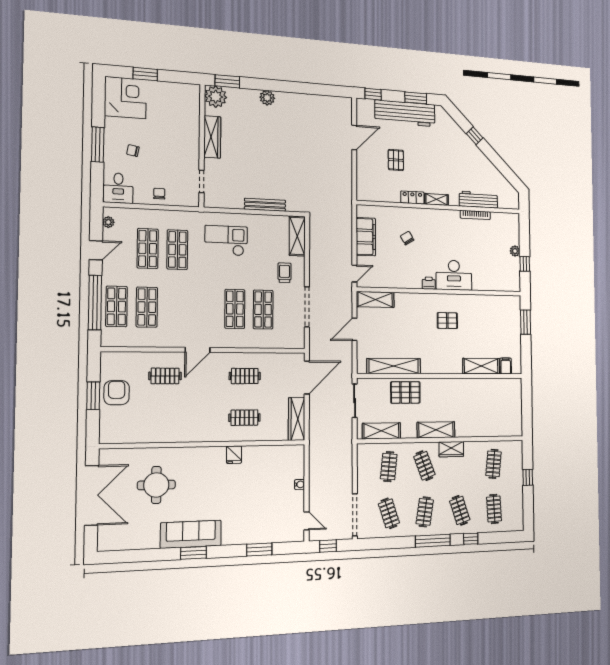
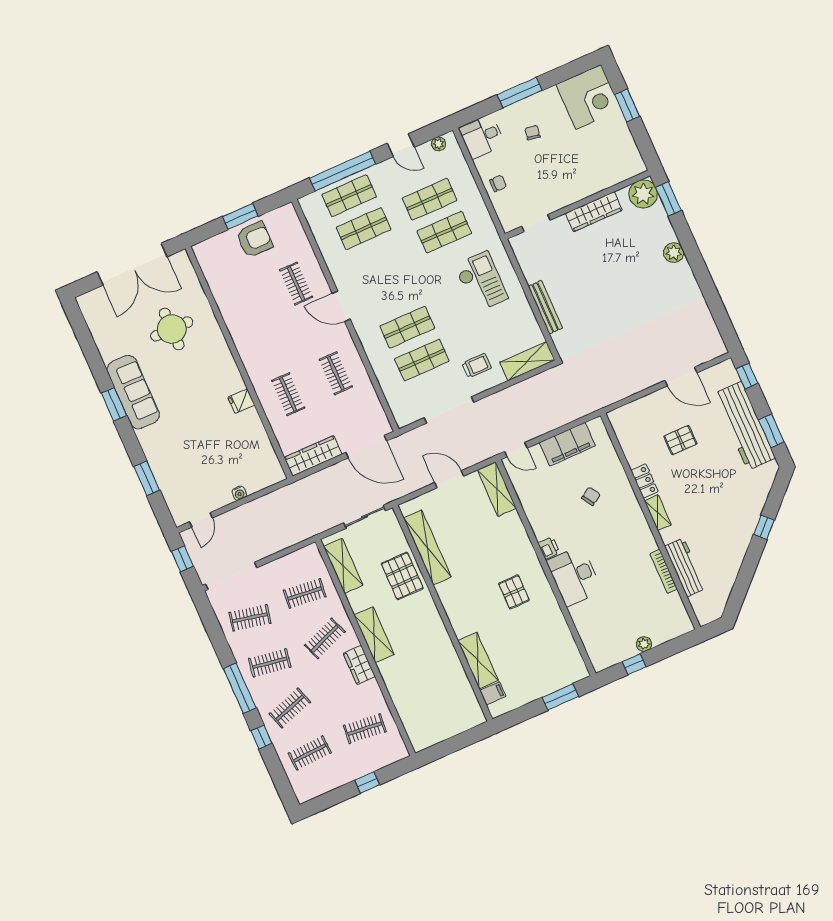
clothes rail: (389, 513) -> (250, 618), turned 30

